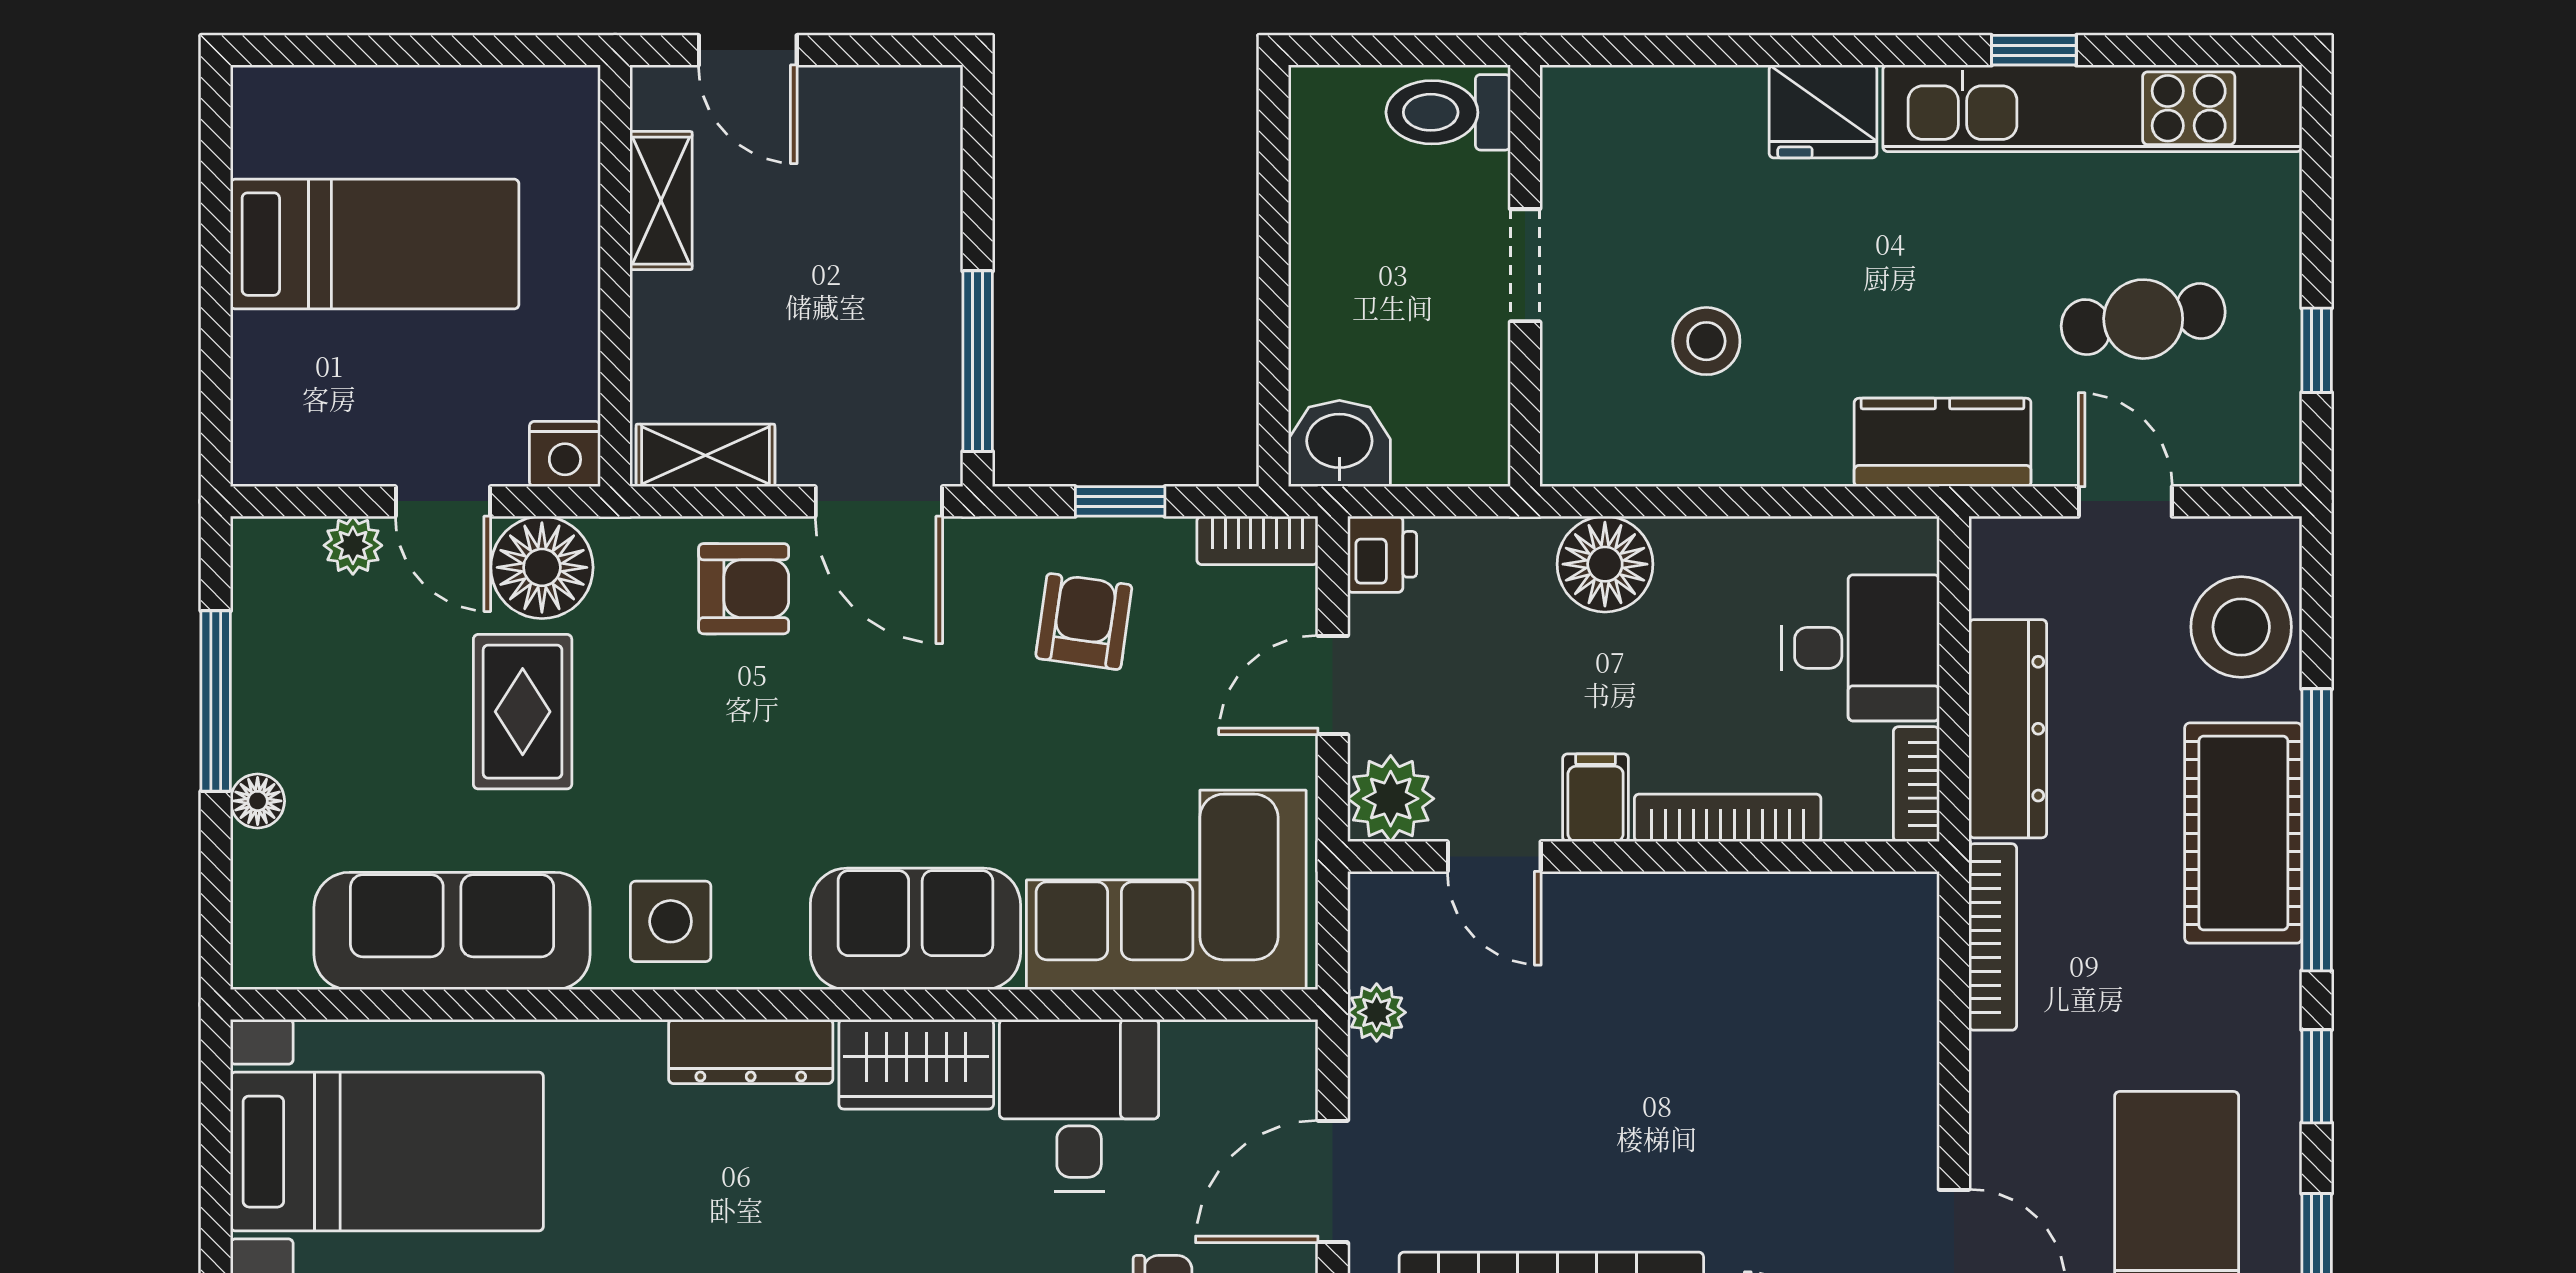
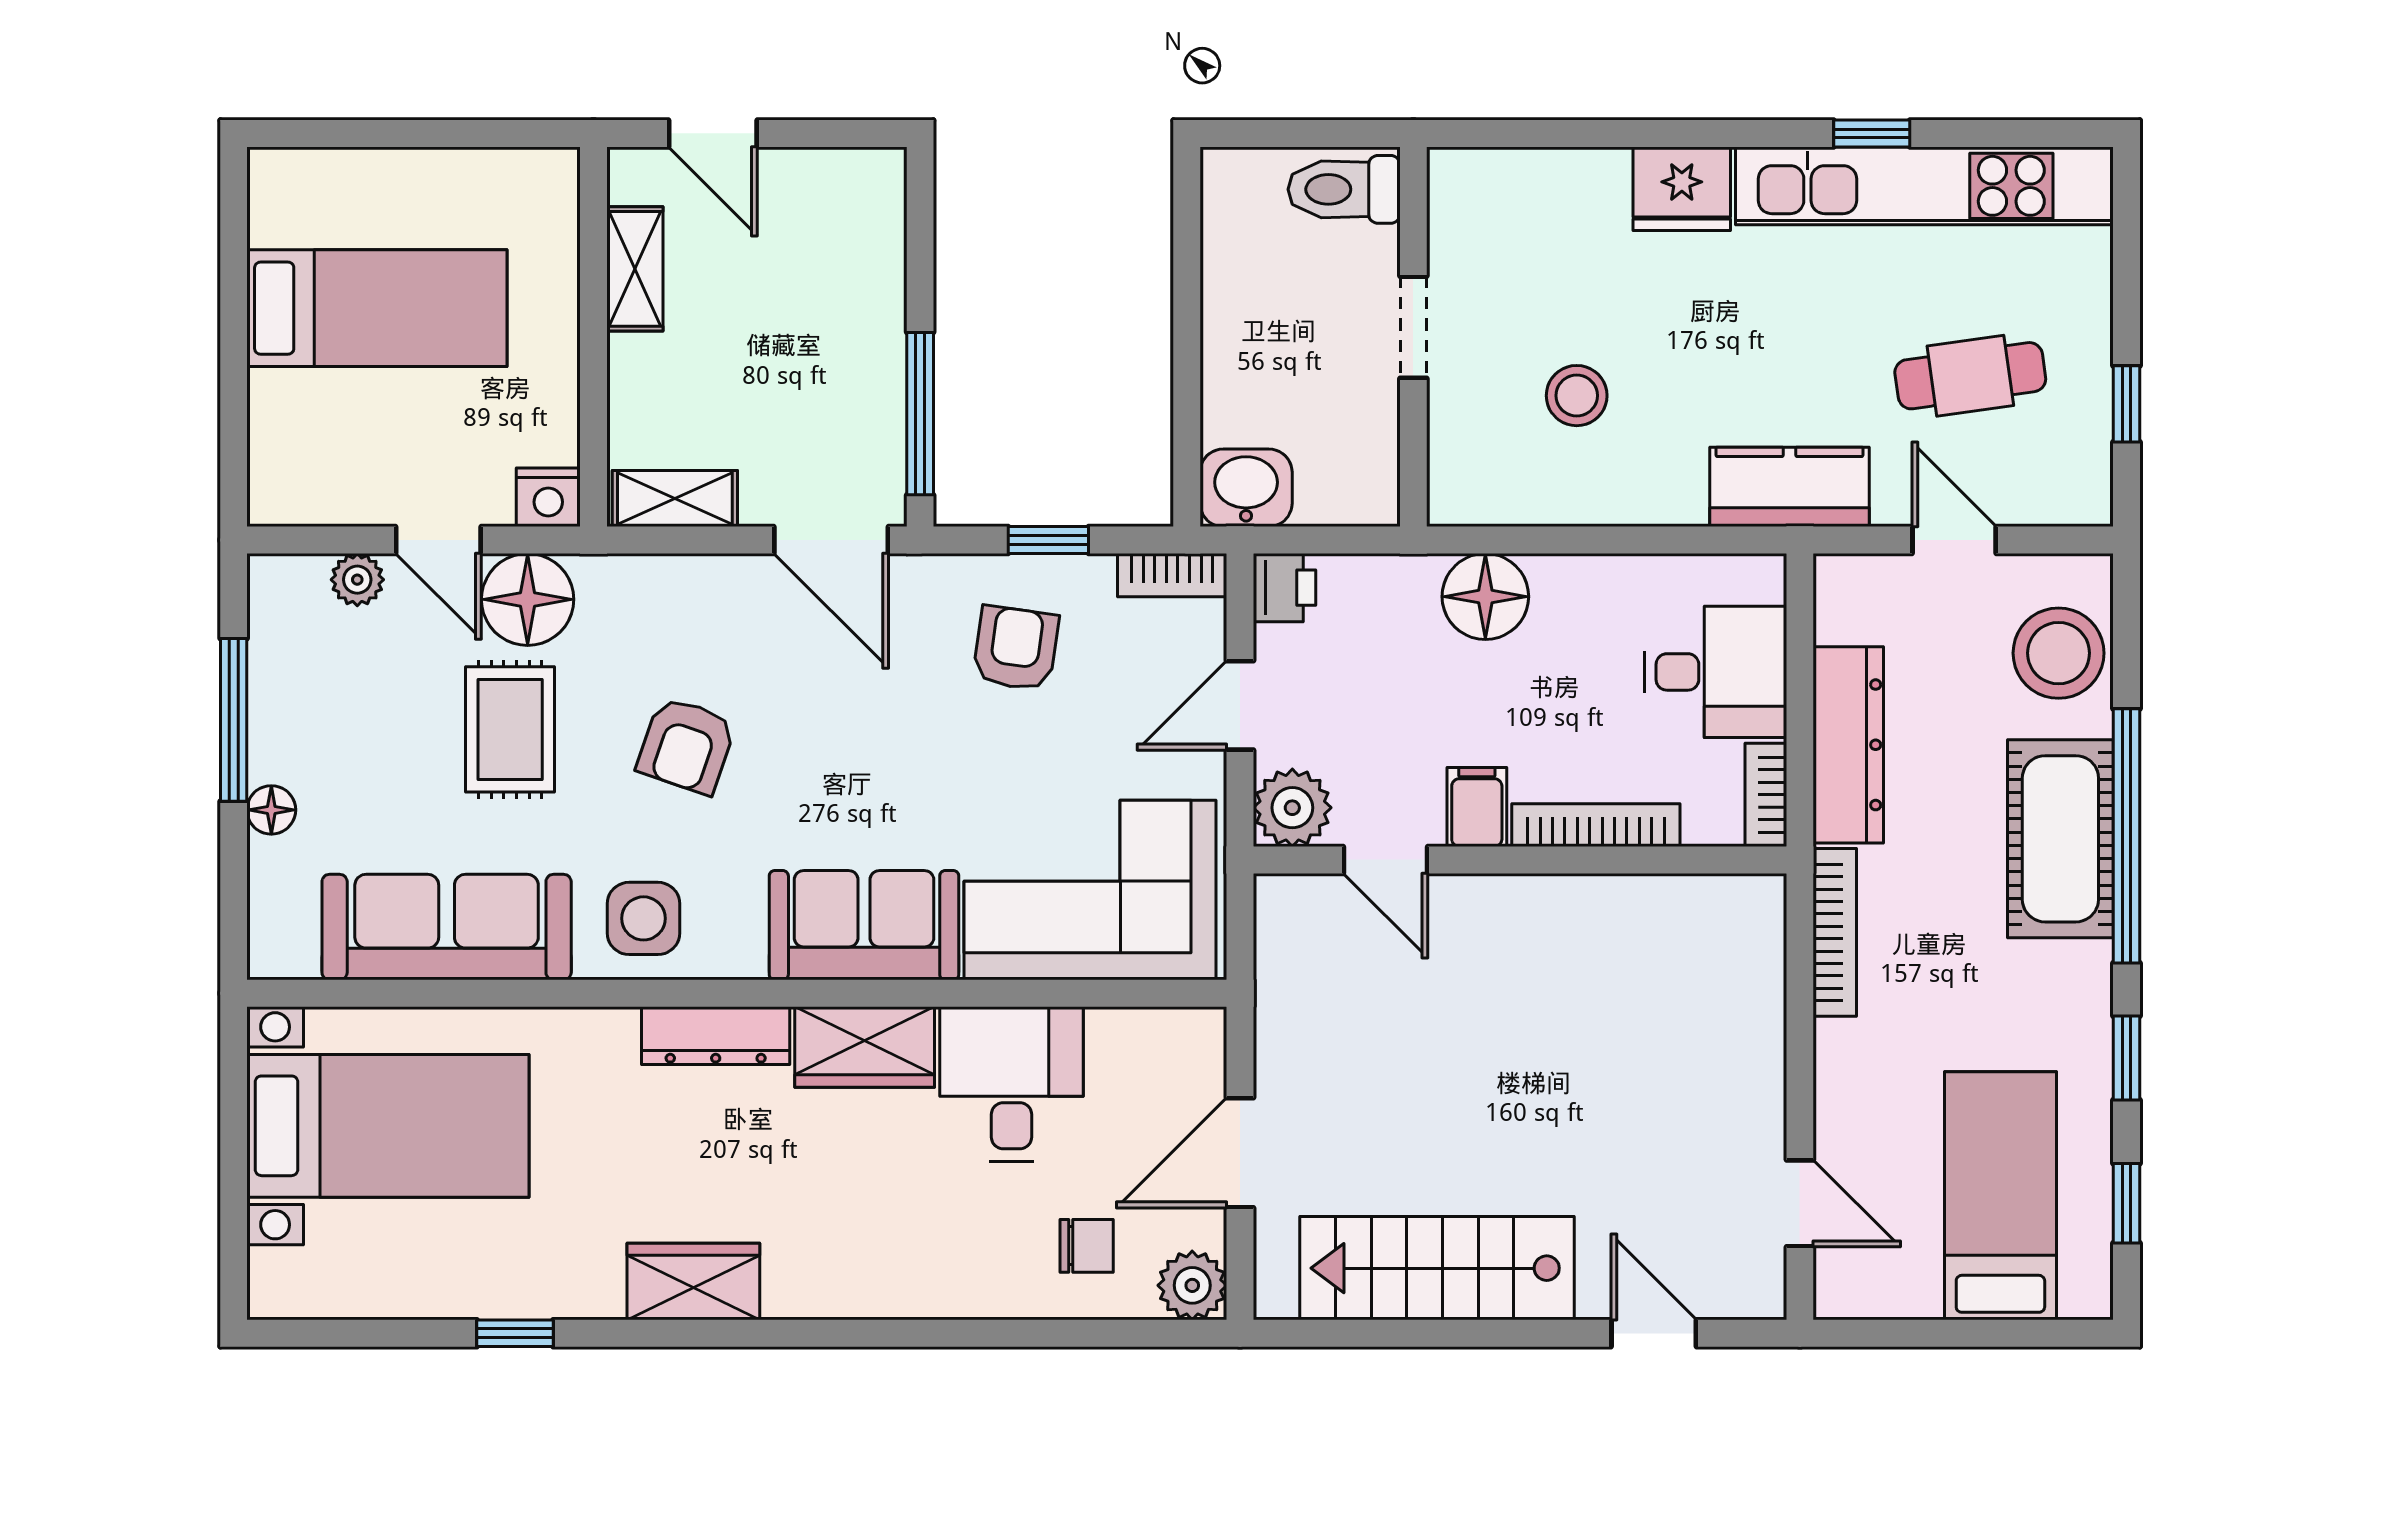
armchair: (744, 589) -> (686, 745), moved, turned 109
plant: (1377, 1012) -> (1280, 1000), removed

